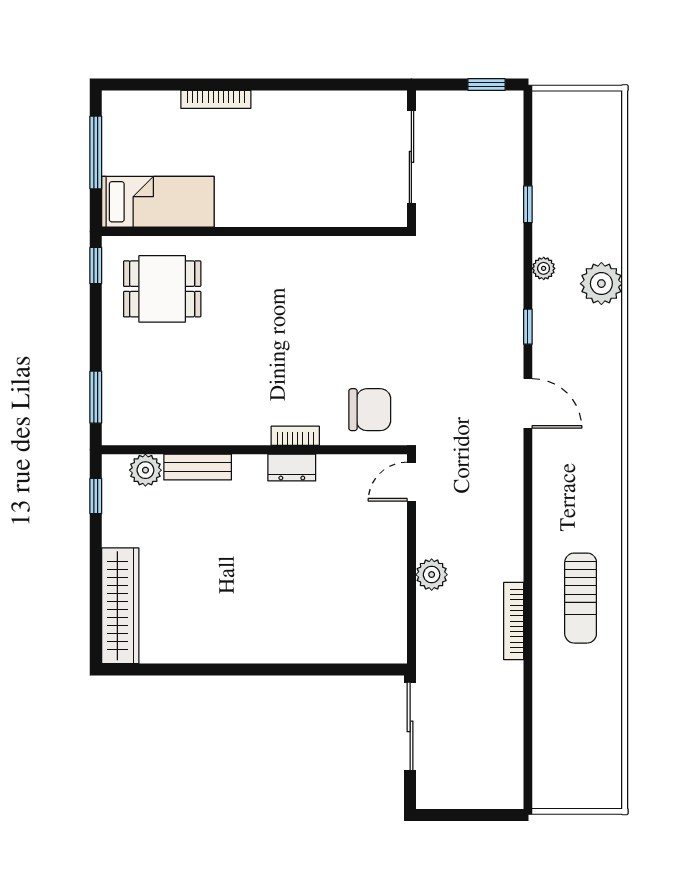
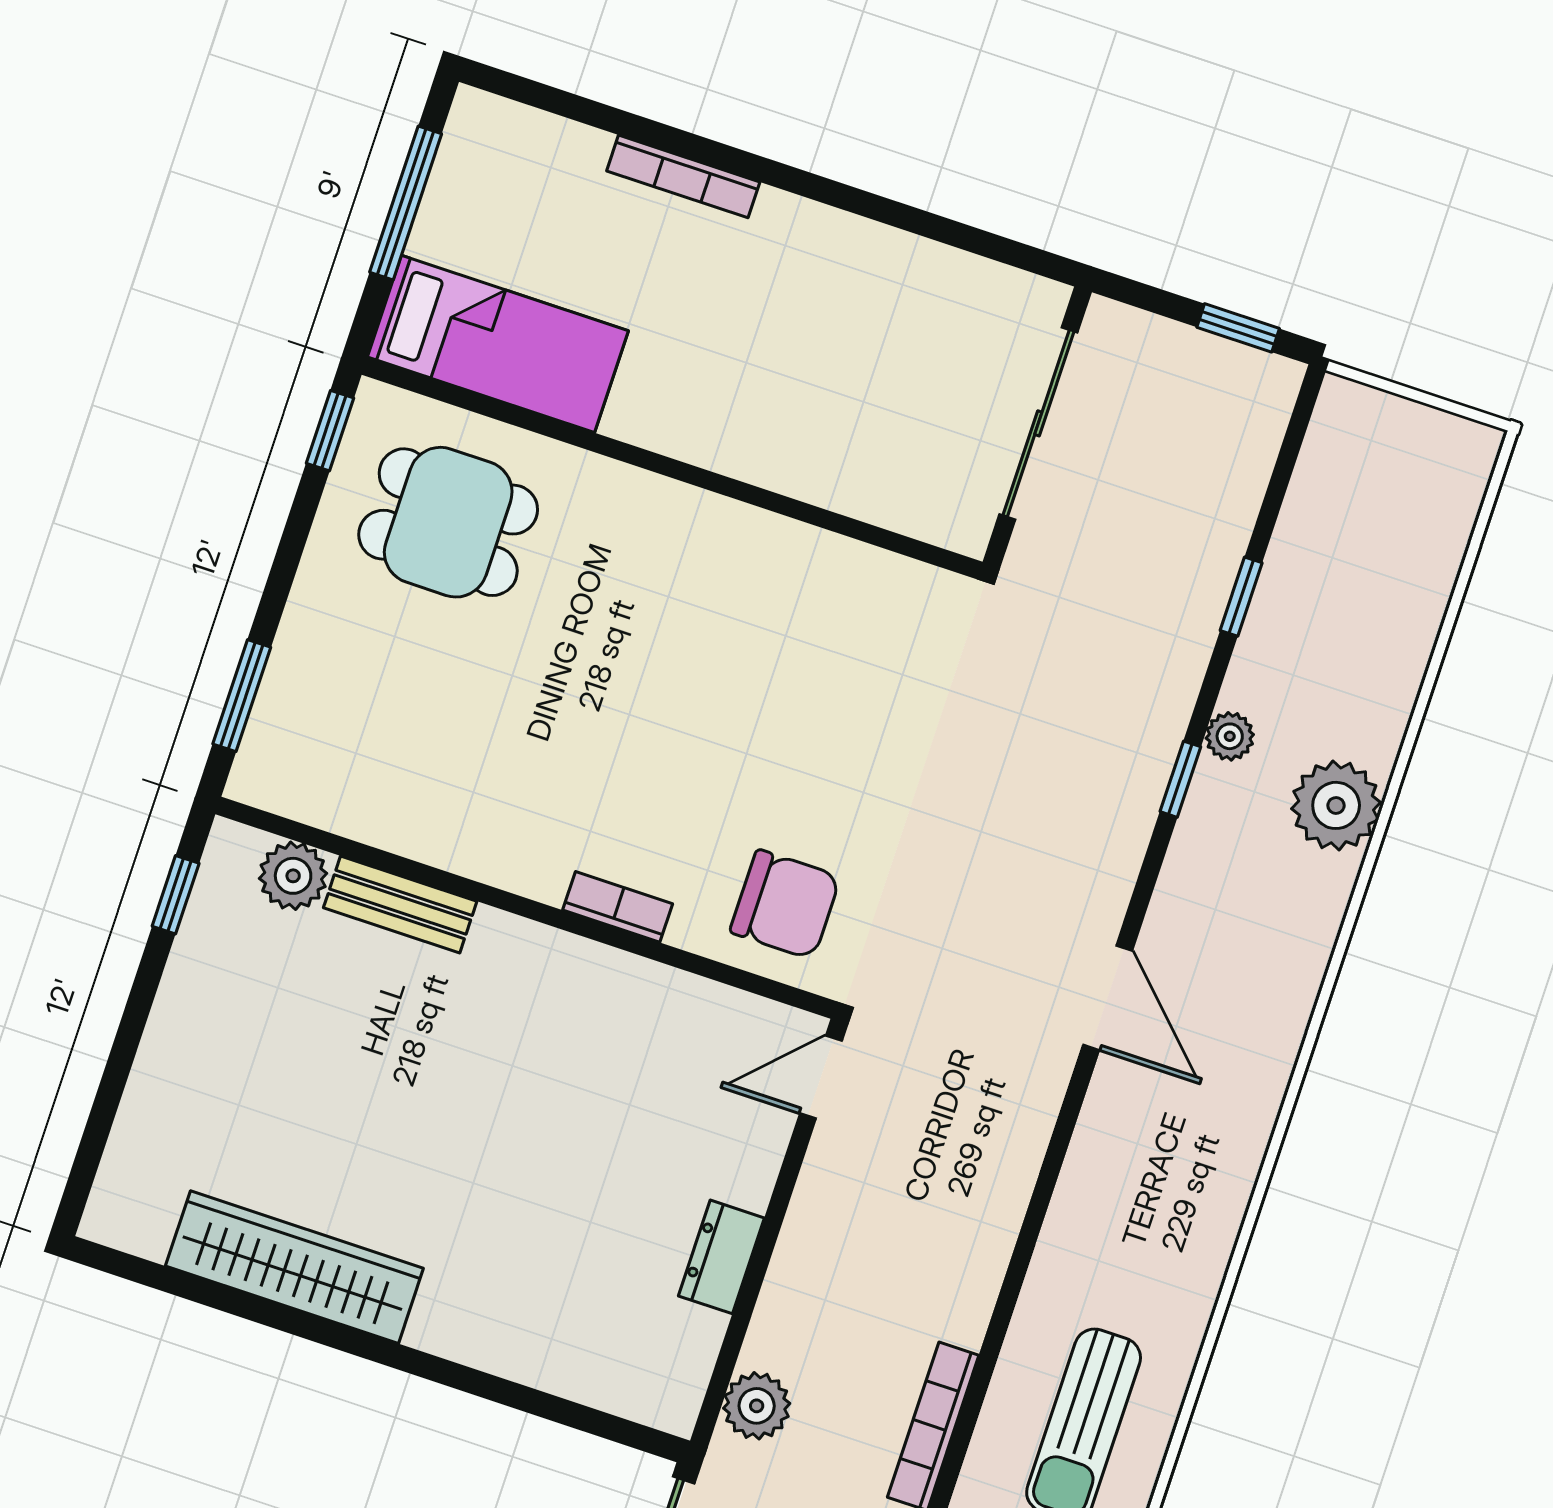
window: (528, 327) -> (1180, 779), moved
dresser: (292, 468) -> (721, 1257), moved, turned 90
plant: (432, 575) -> (757, 1406), moved
wardrobe: (120, 606) -> (294, 1267), moved, turned -90

